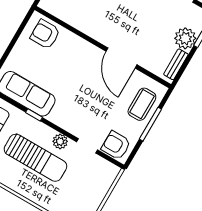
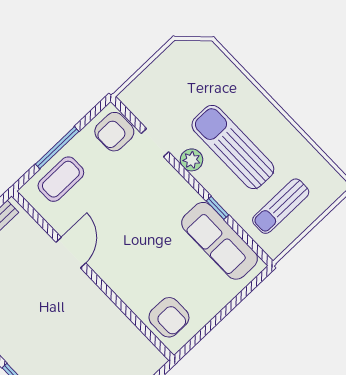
door: (122, 58) -> (71, 253), width x0.73
armchair: (116, 145) -> (114, 132), turned 90

